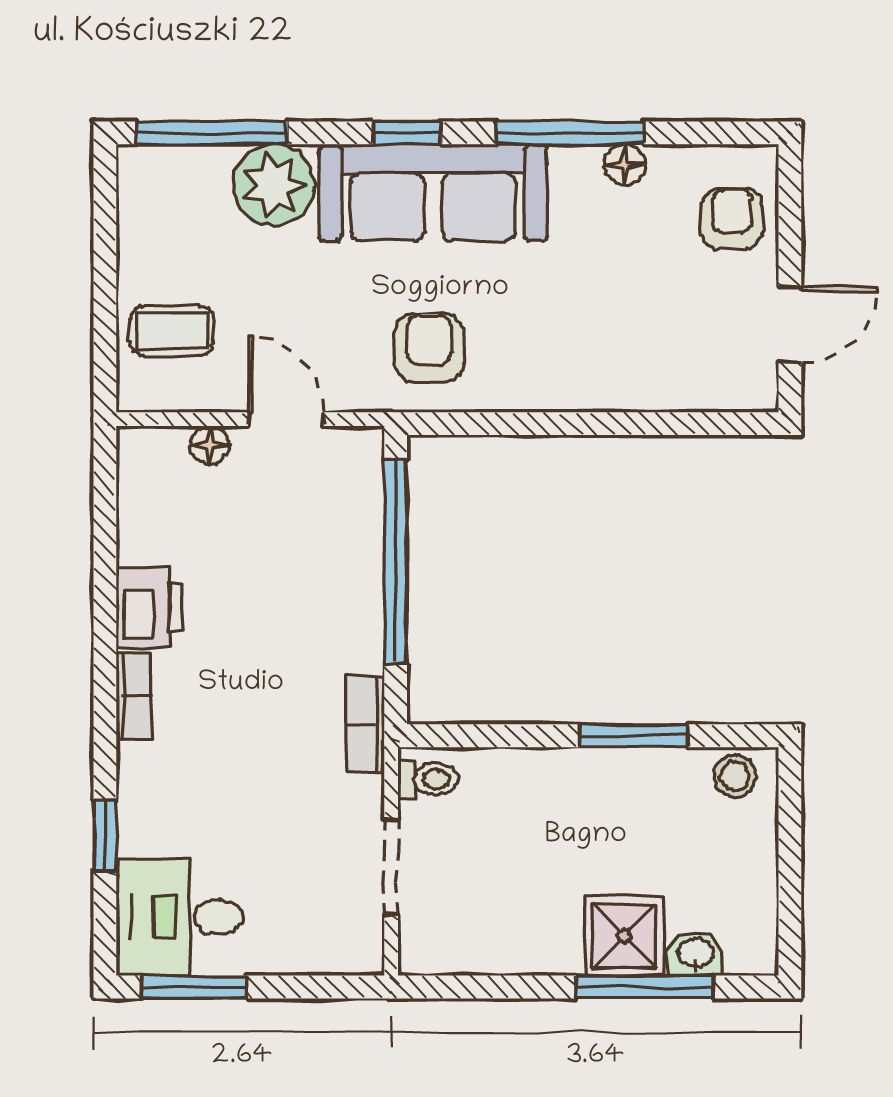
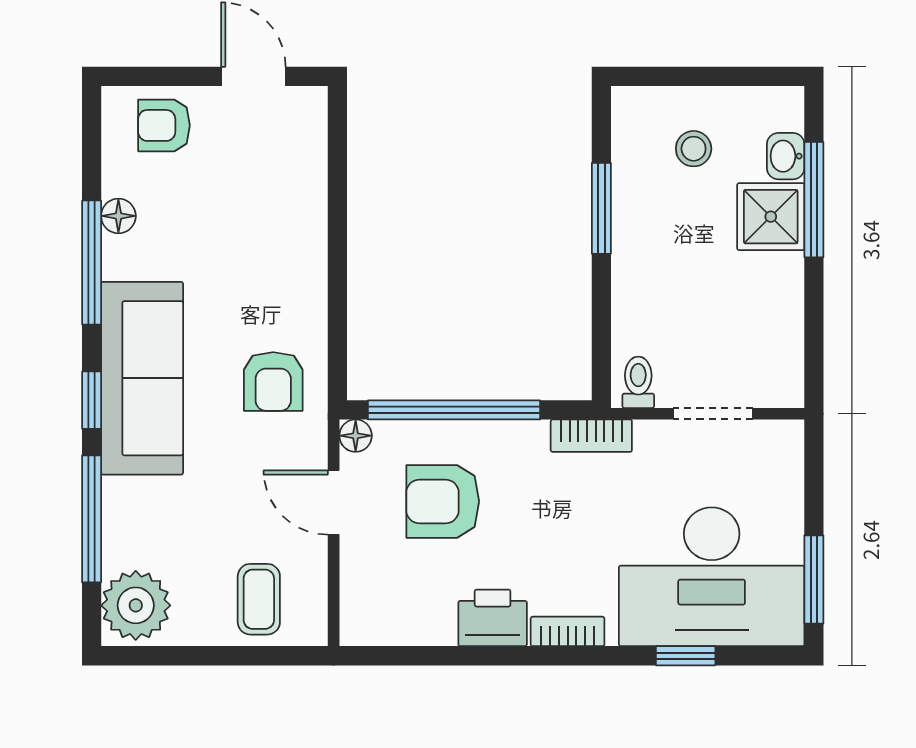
window: (212, 133) -> (92, 519), moved
plant: (274, 185) -> (136, 605), moved
armchair: (429, 348) -> (273, 381), turned -90
door: (286, 419) -> (334, 503), hinge flipped
floor lamp: (209, 445) -> (356, 436), moved
armchair: (287, 548) -> (443, 501), added
stool: (735, 776) -> (694, 149), moved
desk: (179, 917) -> (712, 577), width x1.87, depth x1.30

